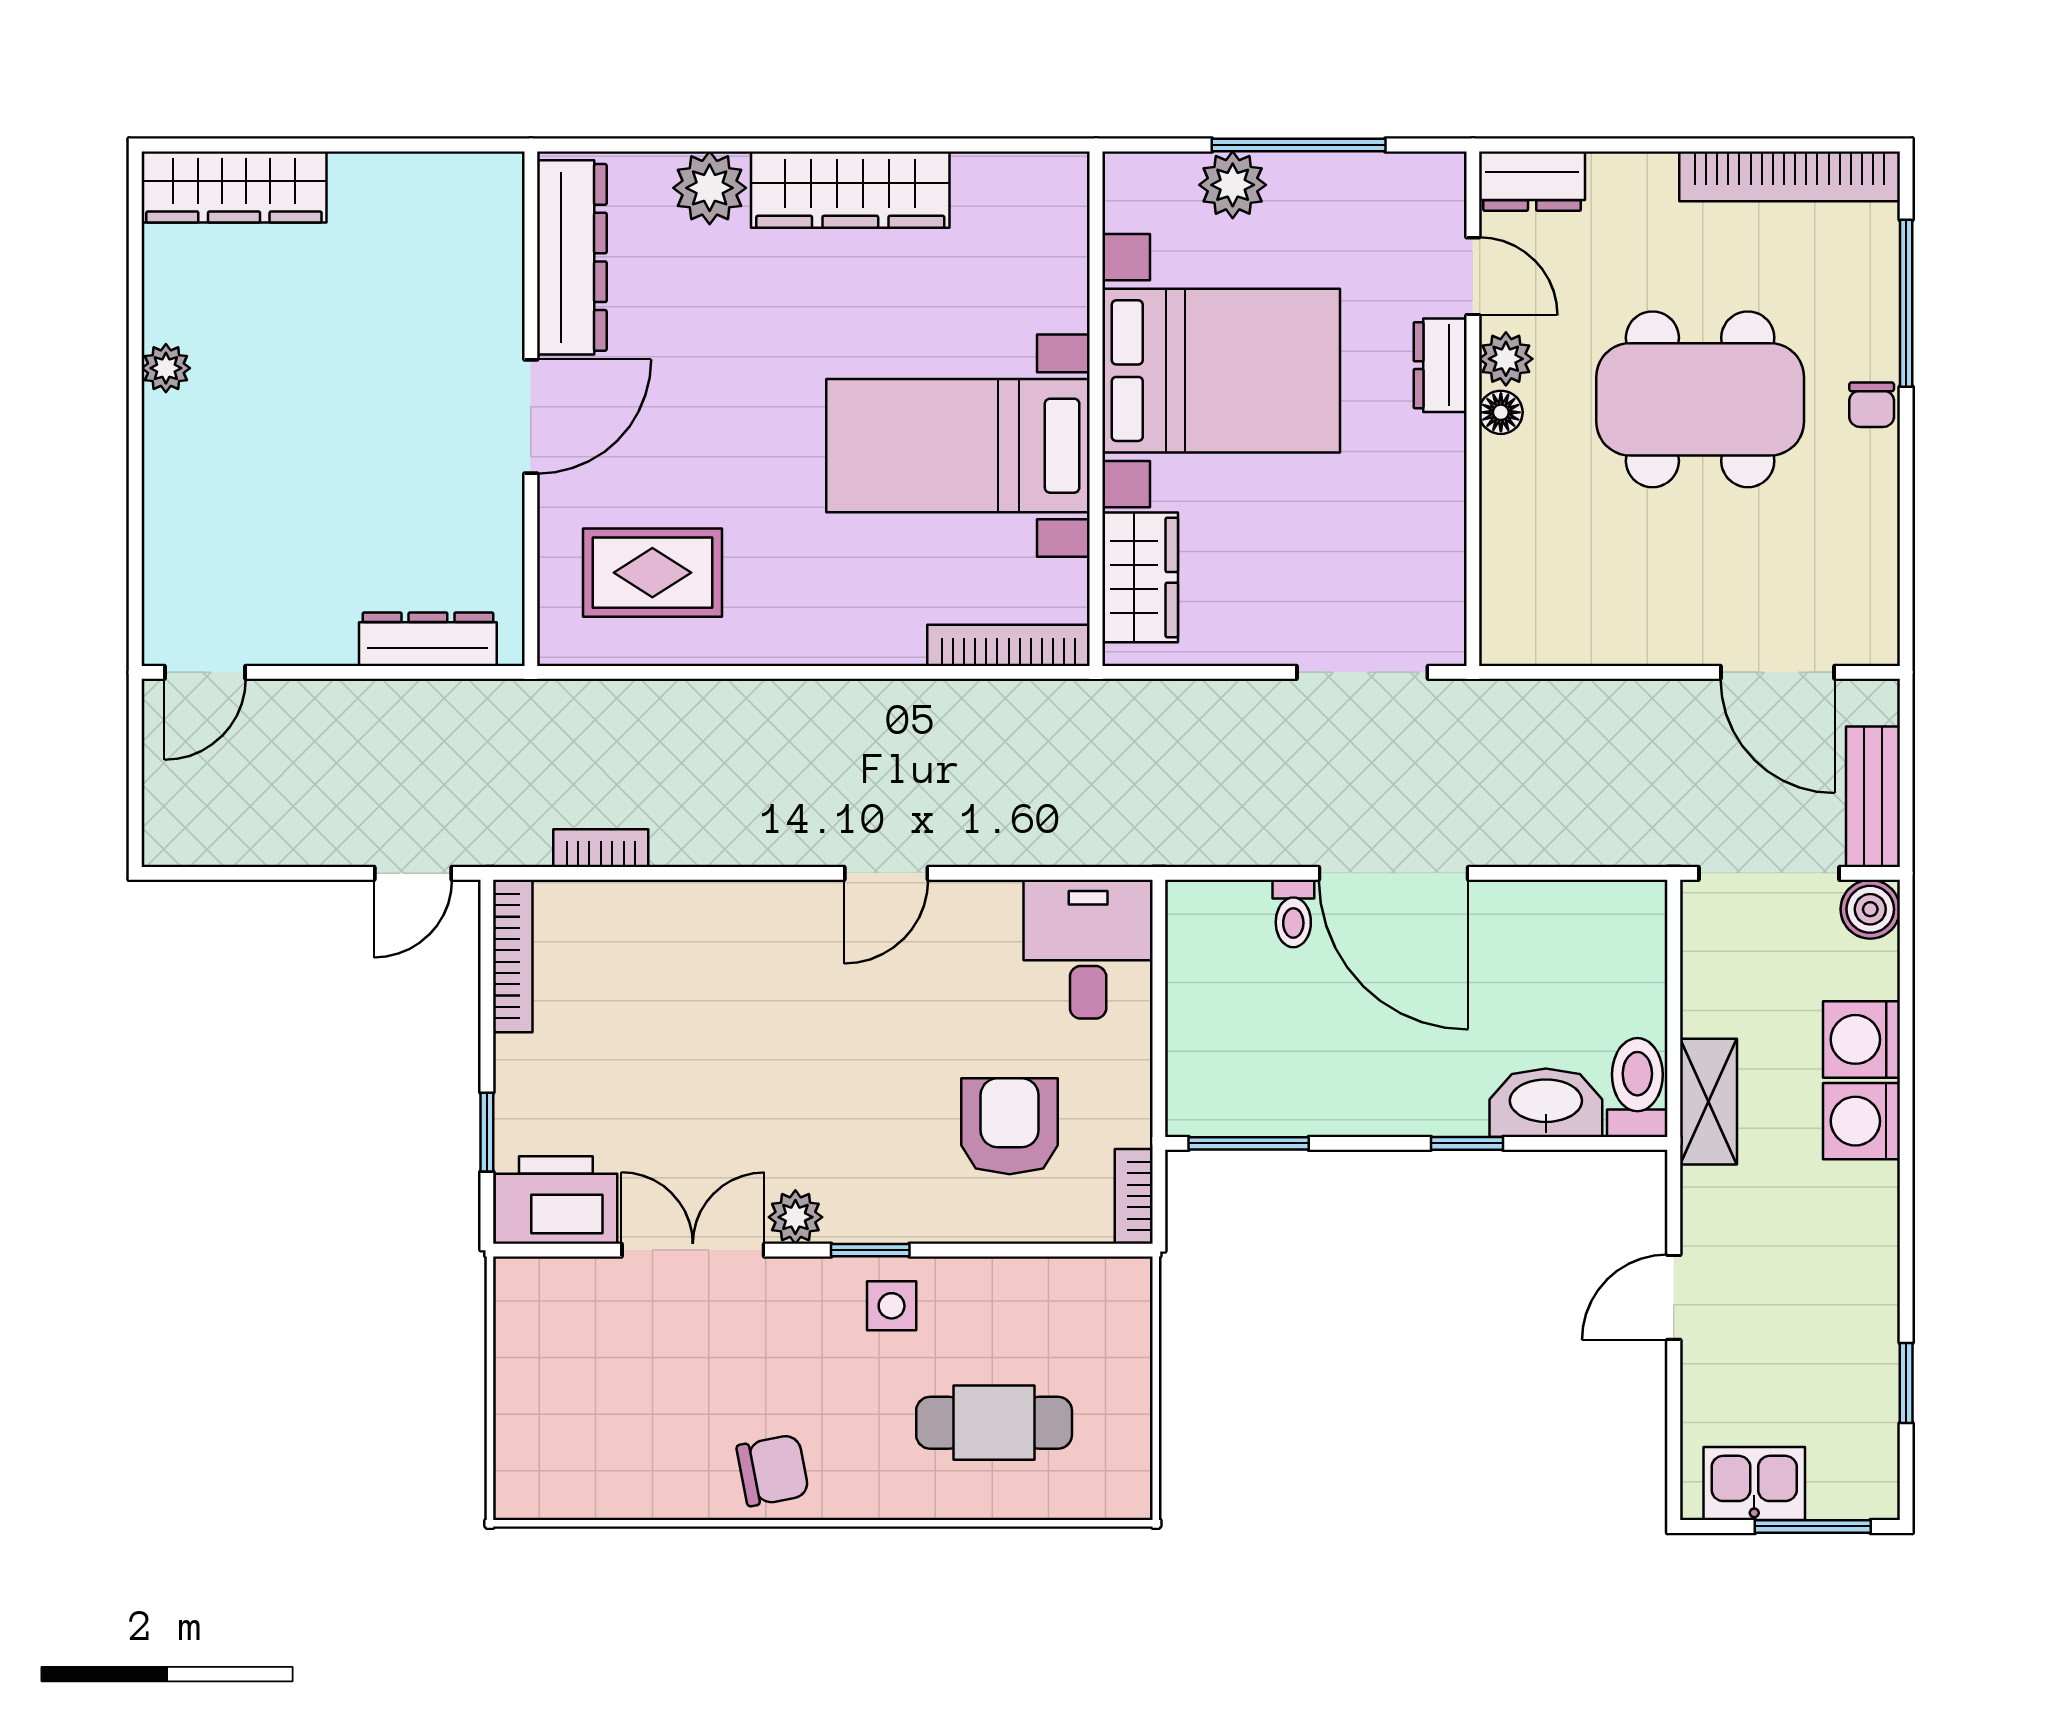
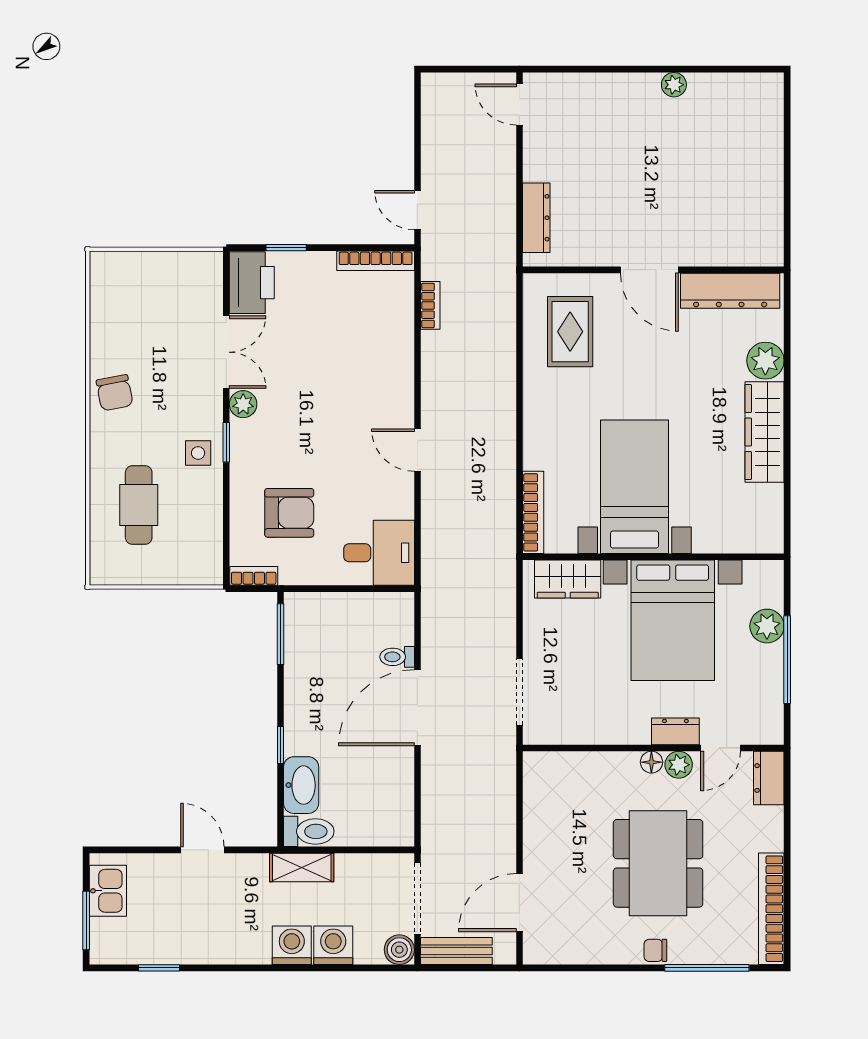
wardrobe: (234, 187) -> (766, 119), removed

